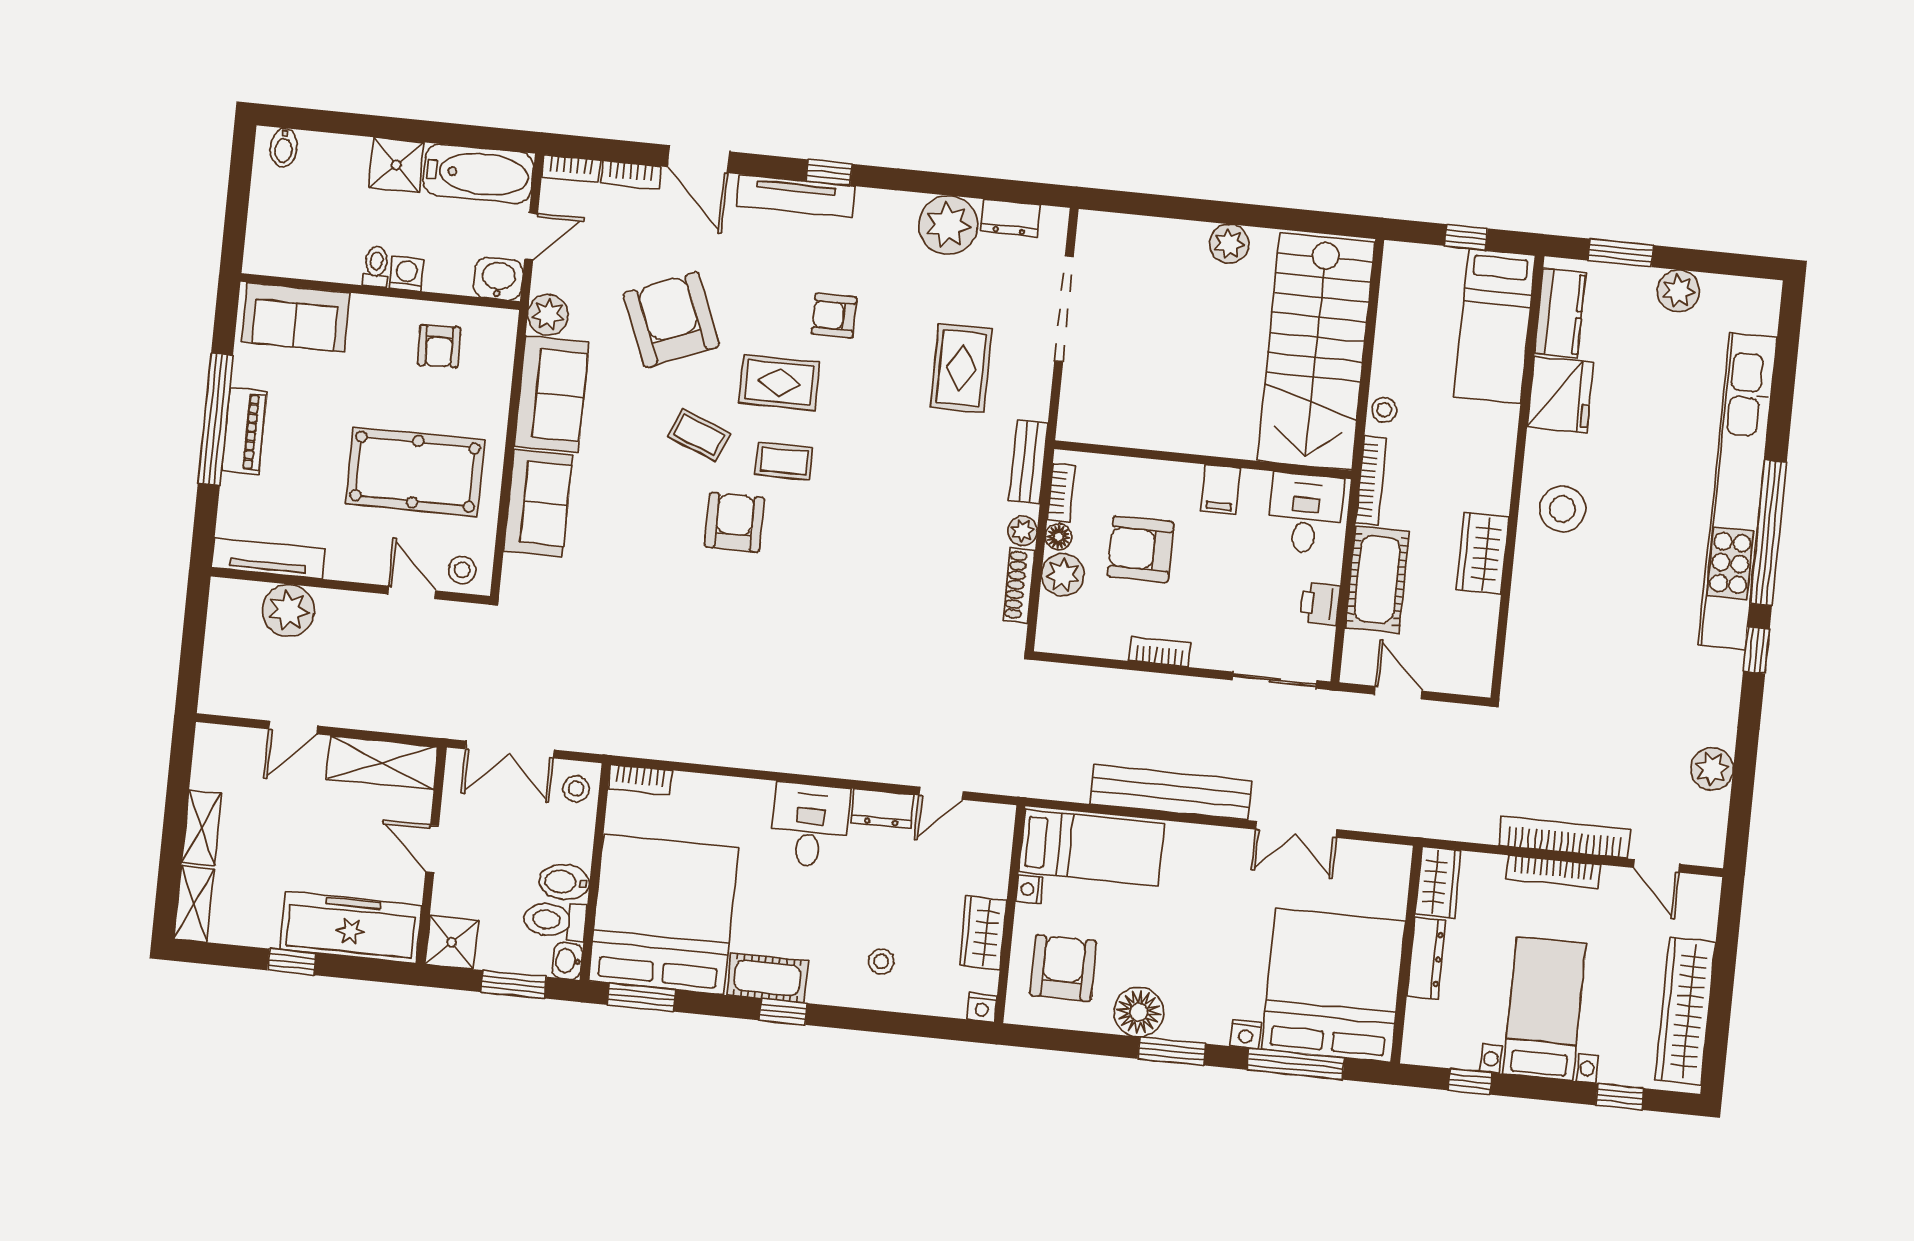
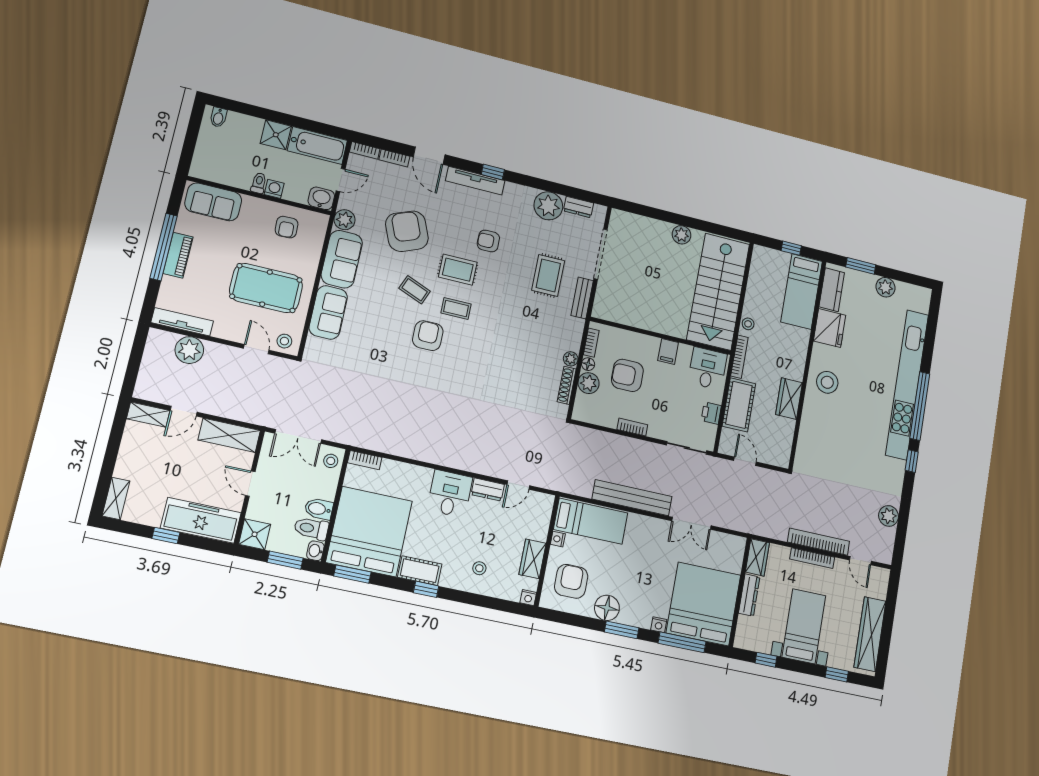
bench: (1028, 462) -> (582, 298), moved
shelving: (202, 828) -> (148, 415), moved, turned 90

